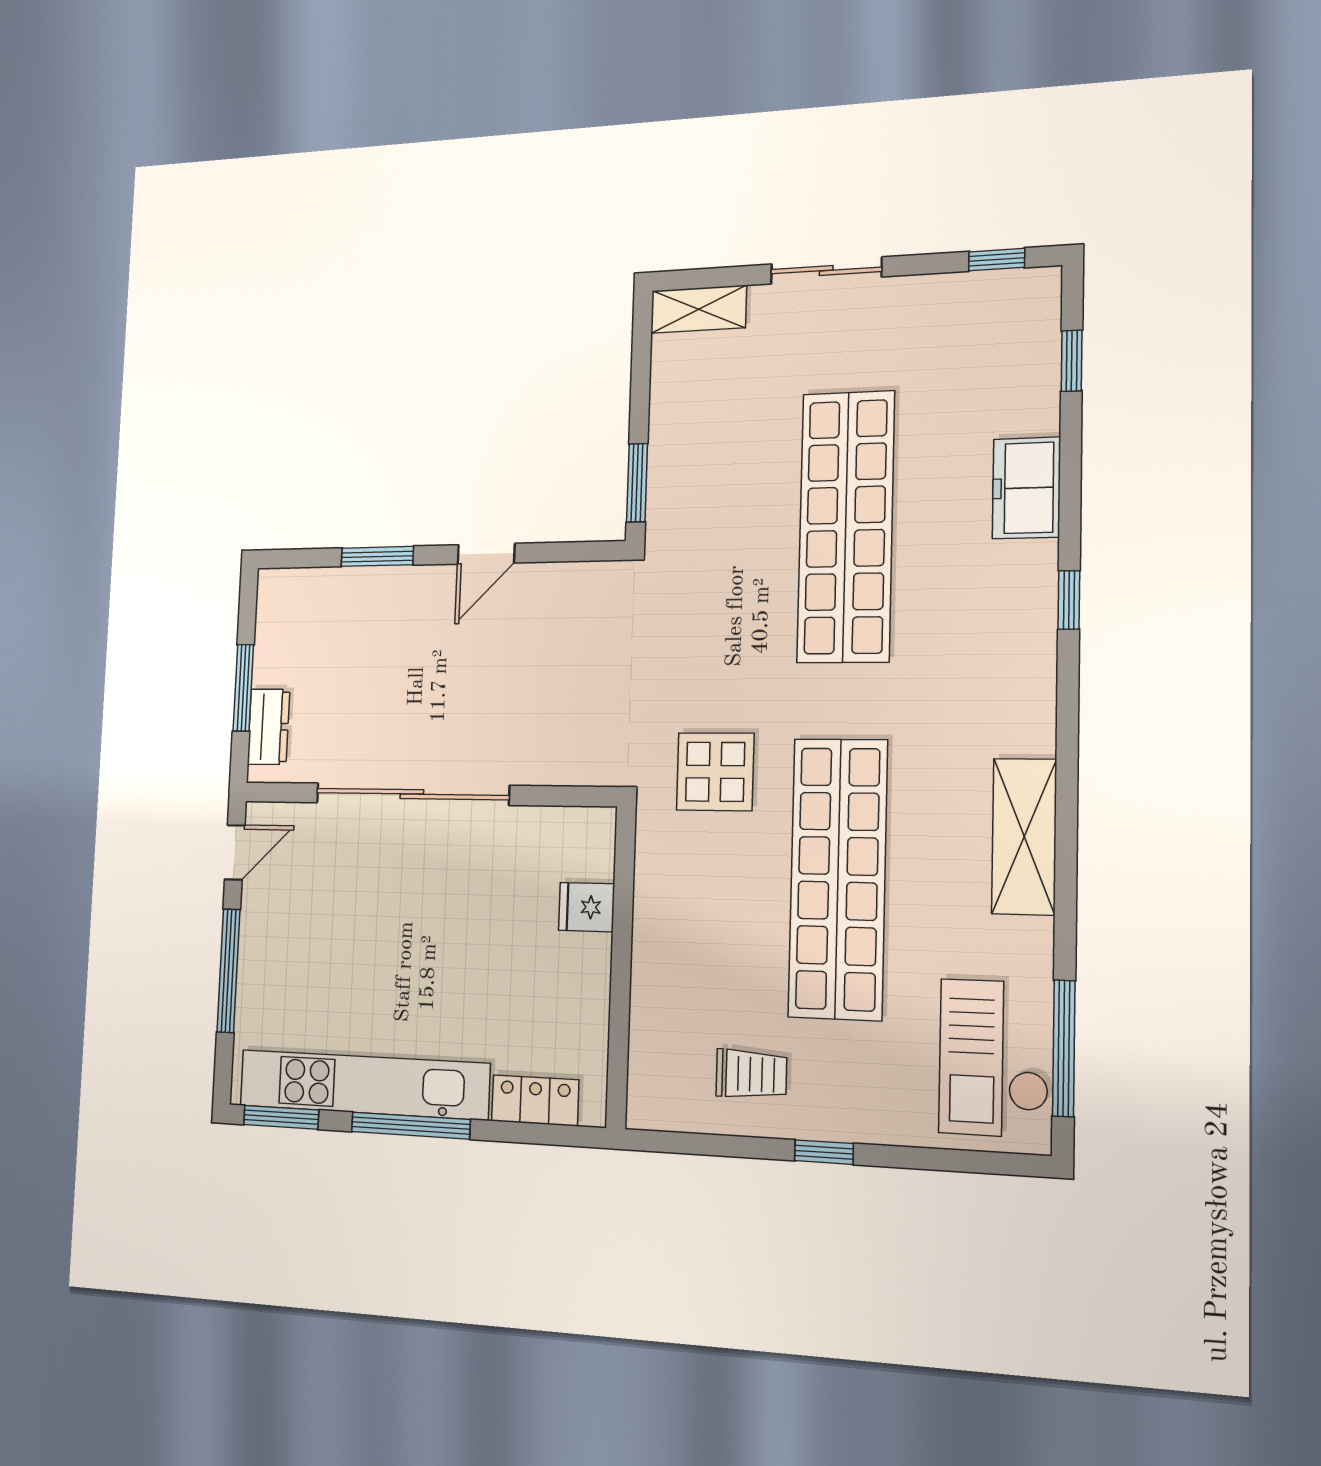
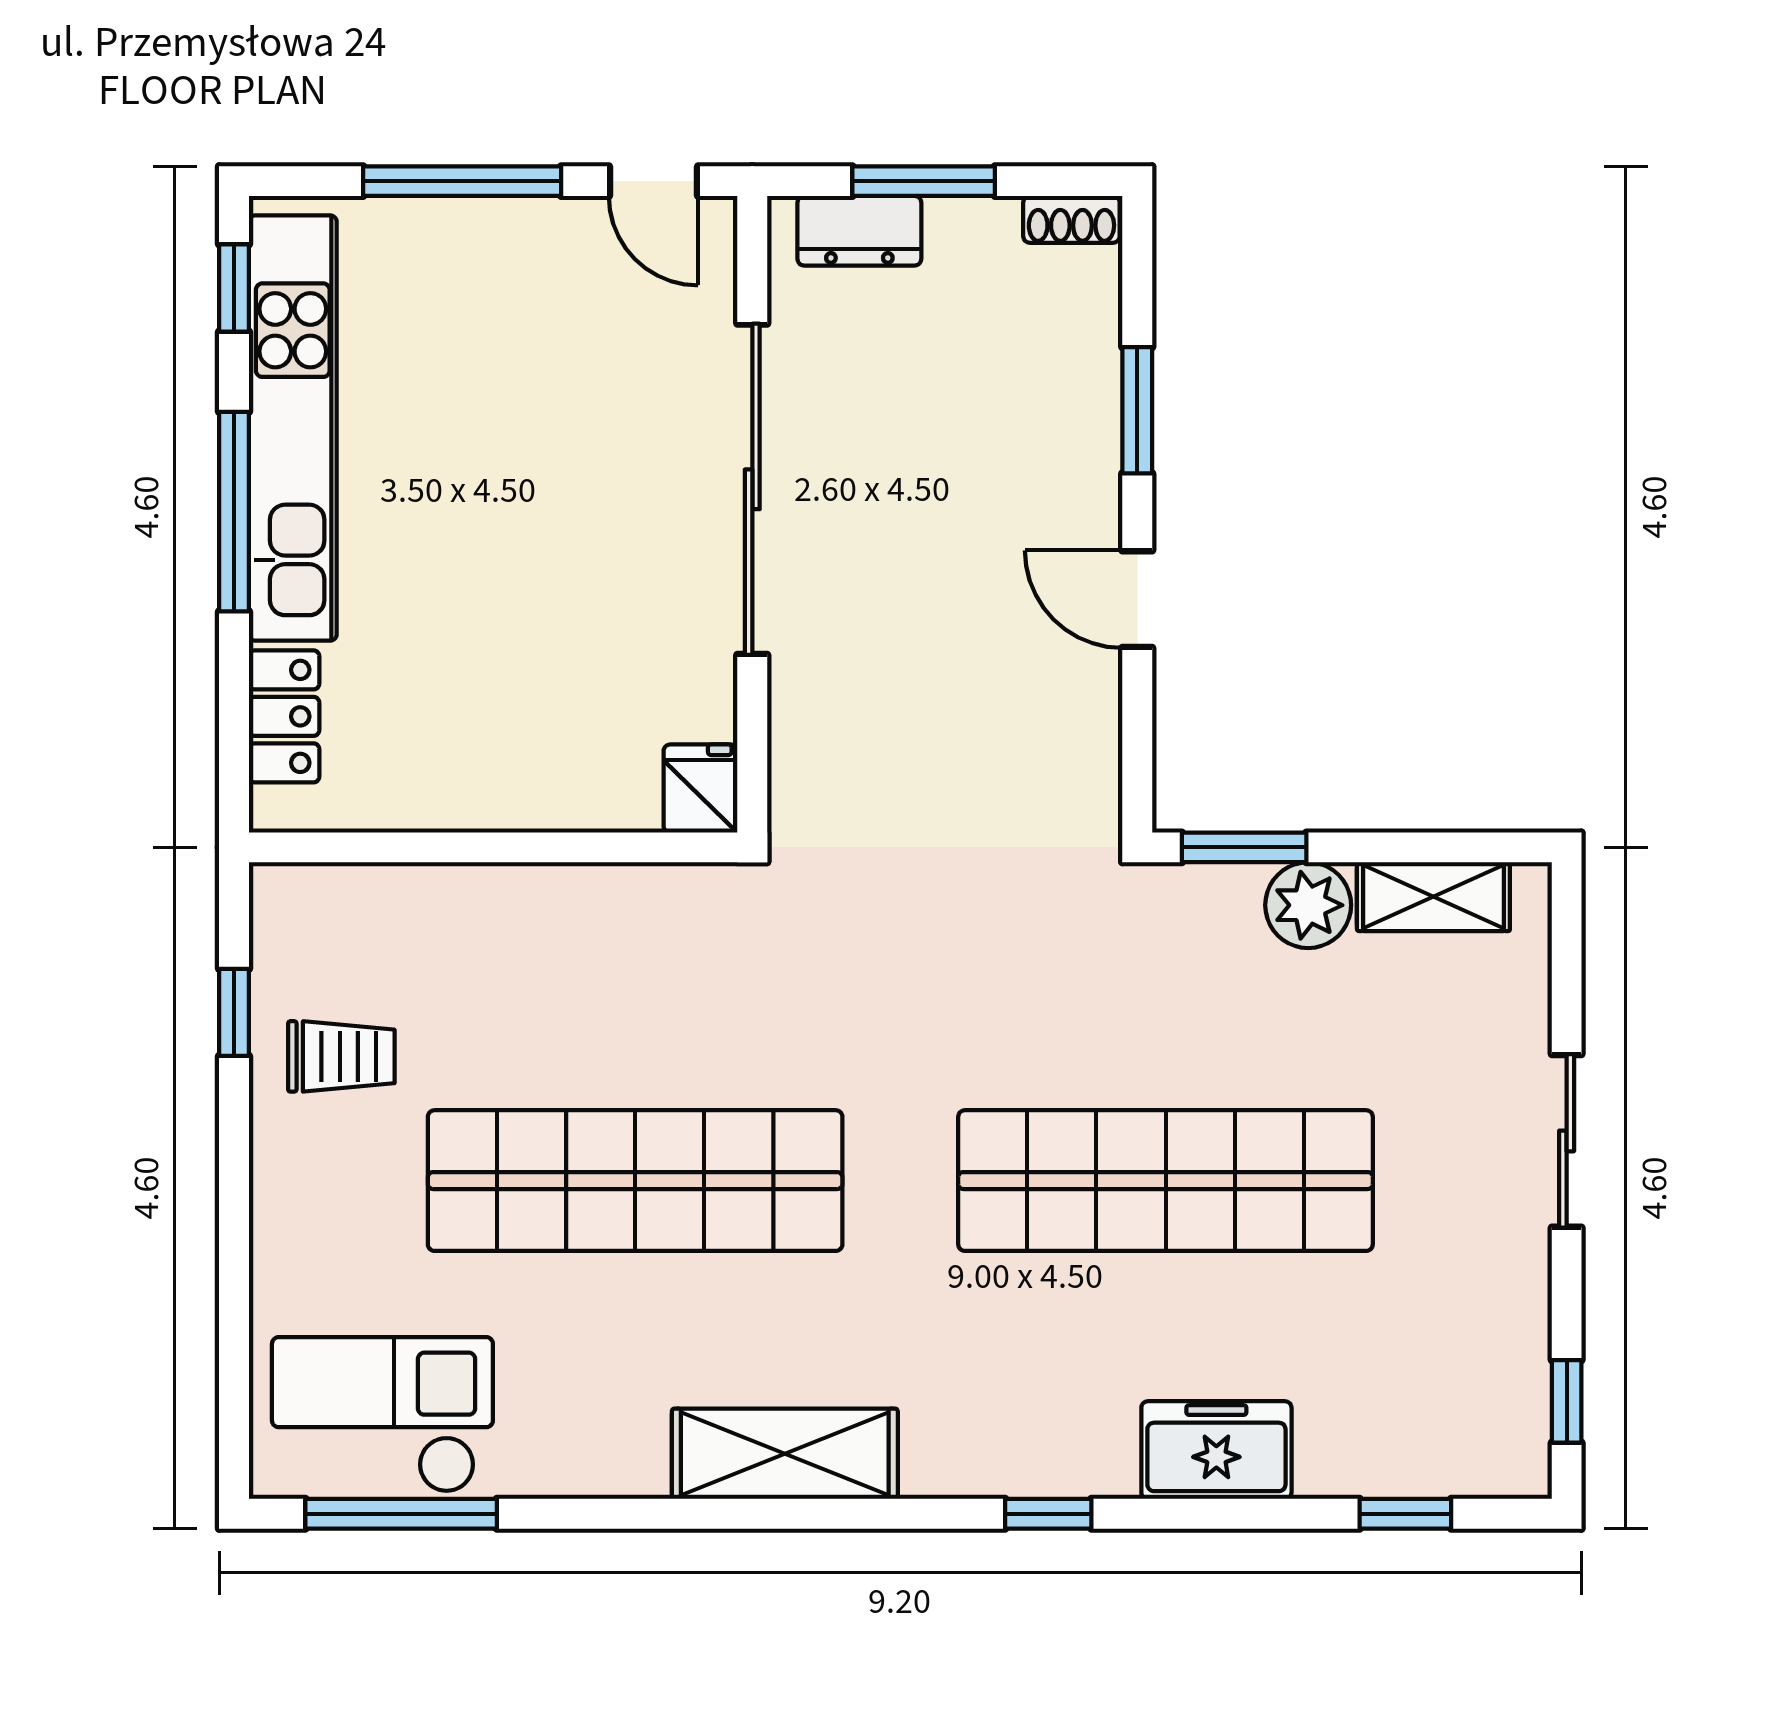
shelving: (698, 309) -> (1433, 897), moved, turned 90
plant: (674, 441) -> (1308, 905), added
shoe rack: (269, 598) -> (1071, 219), added
display table: (715, 772) -> (792, 987), removed
shelving: (1024, 837) -> (785, 1454), moved
fridge: (586, 907) -> (700, 789), moved
trolley: (751, 1074) -> (341, 1056), turned -90
window: (281, 1117) -> (234, 288), width x0.67
window: (824, 1152) -> (234, 1012), moved

